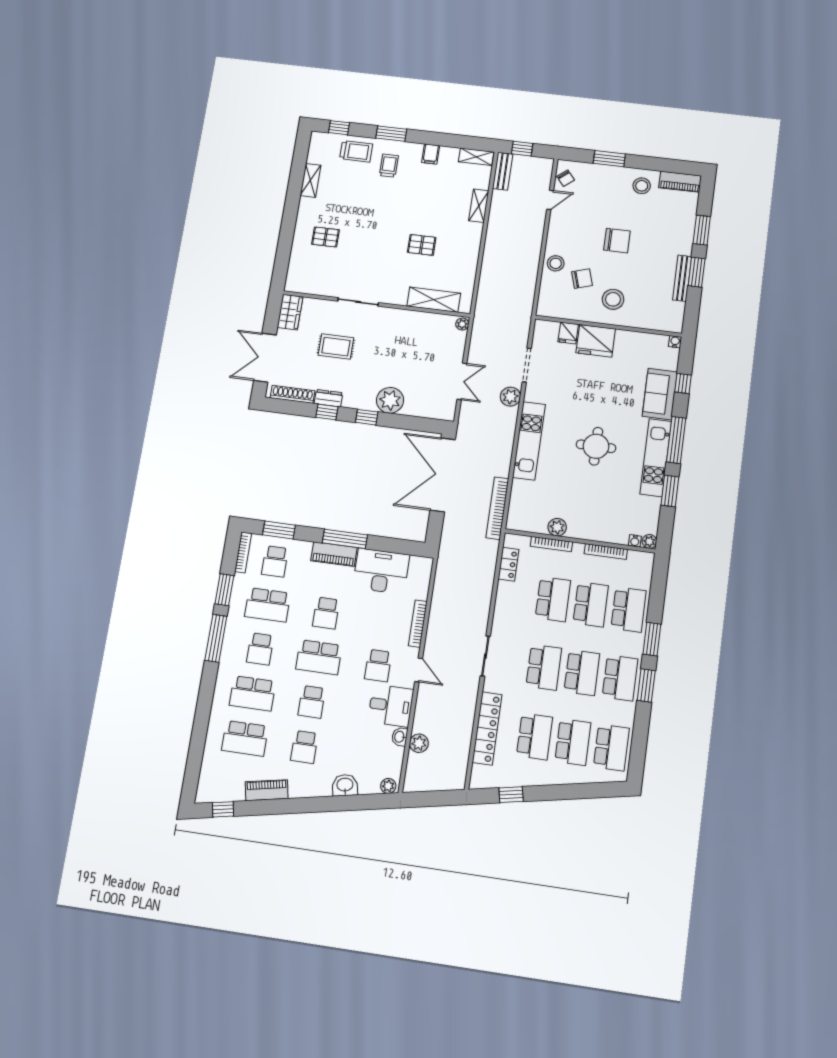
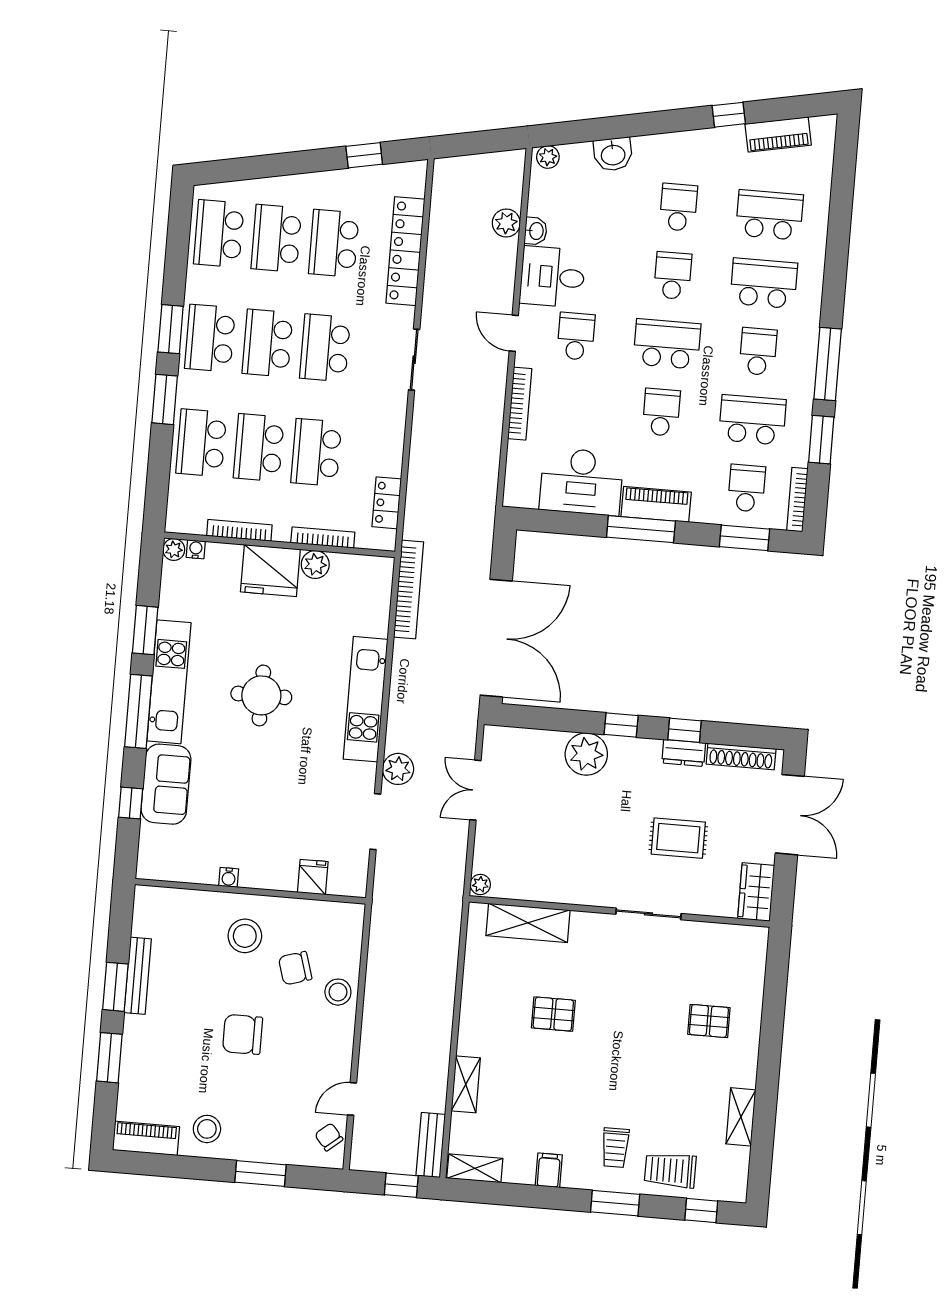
fridge: (596, 341) -> (270, 571), moved, turned 180
water cooler: (675, 342) -> (229, 877), moved
piano: (267, 790) -> (778, 134), moved
window: (223, 809) -> (729, 115), moved

